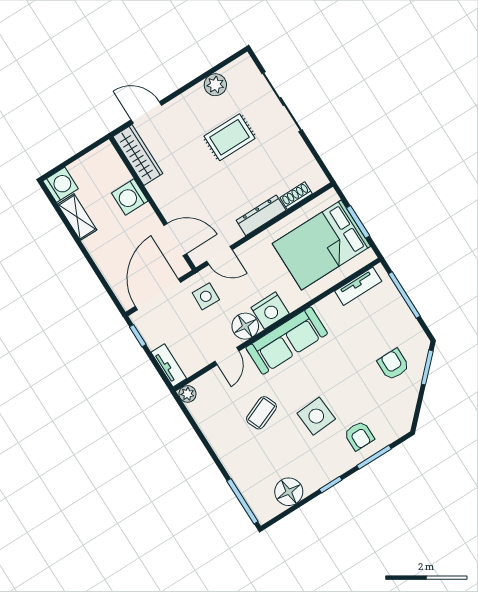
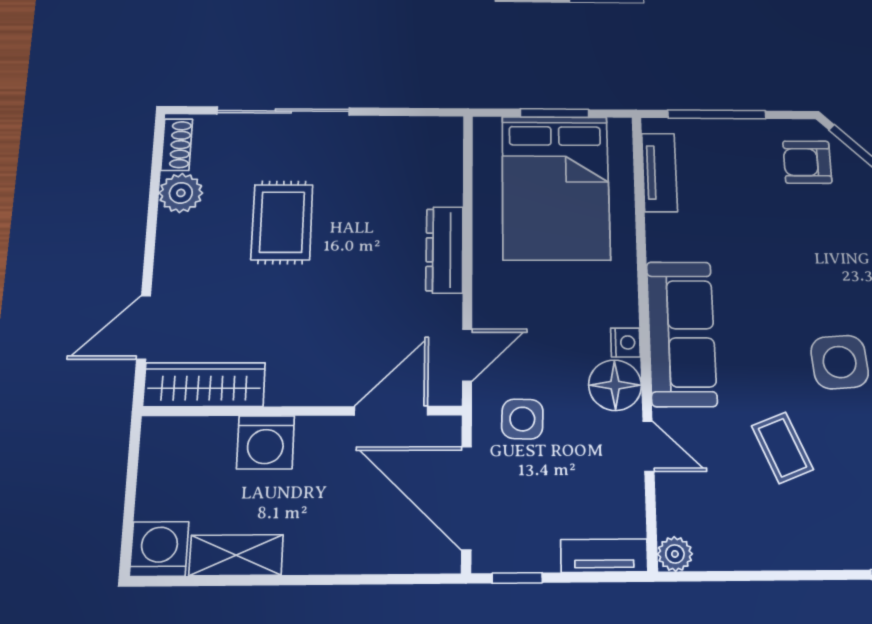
shoe rack: (296, 196) -> (177, 145), moved, turned 180
nightstand: (270, 311) -> (625, 342), width x0.53, depth x0.56
armchair: (393, 364) -> (807, 162), moved

